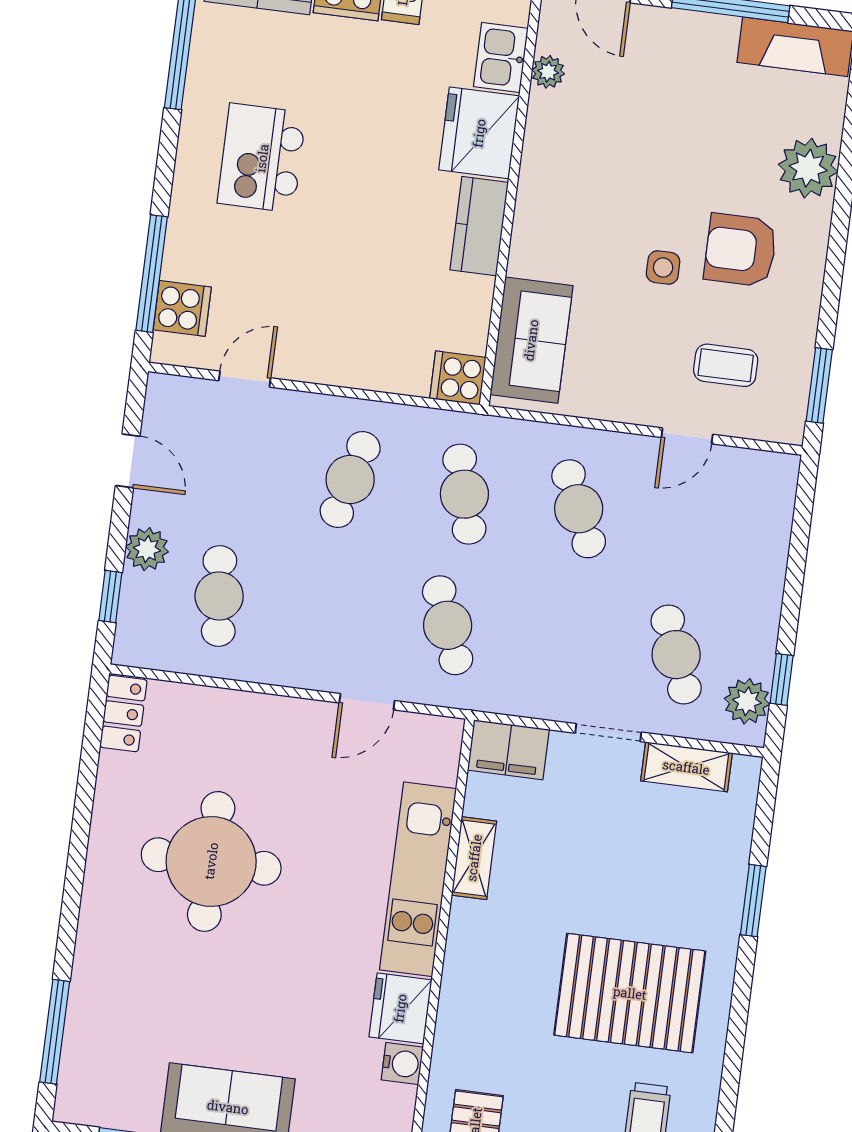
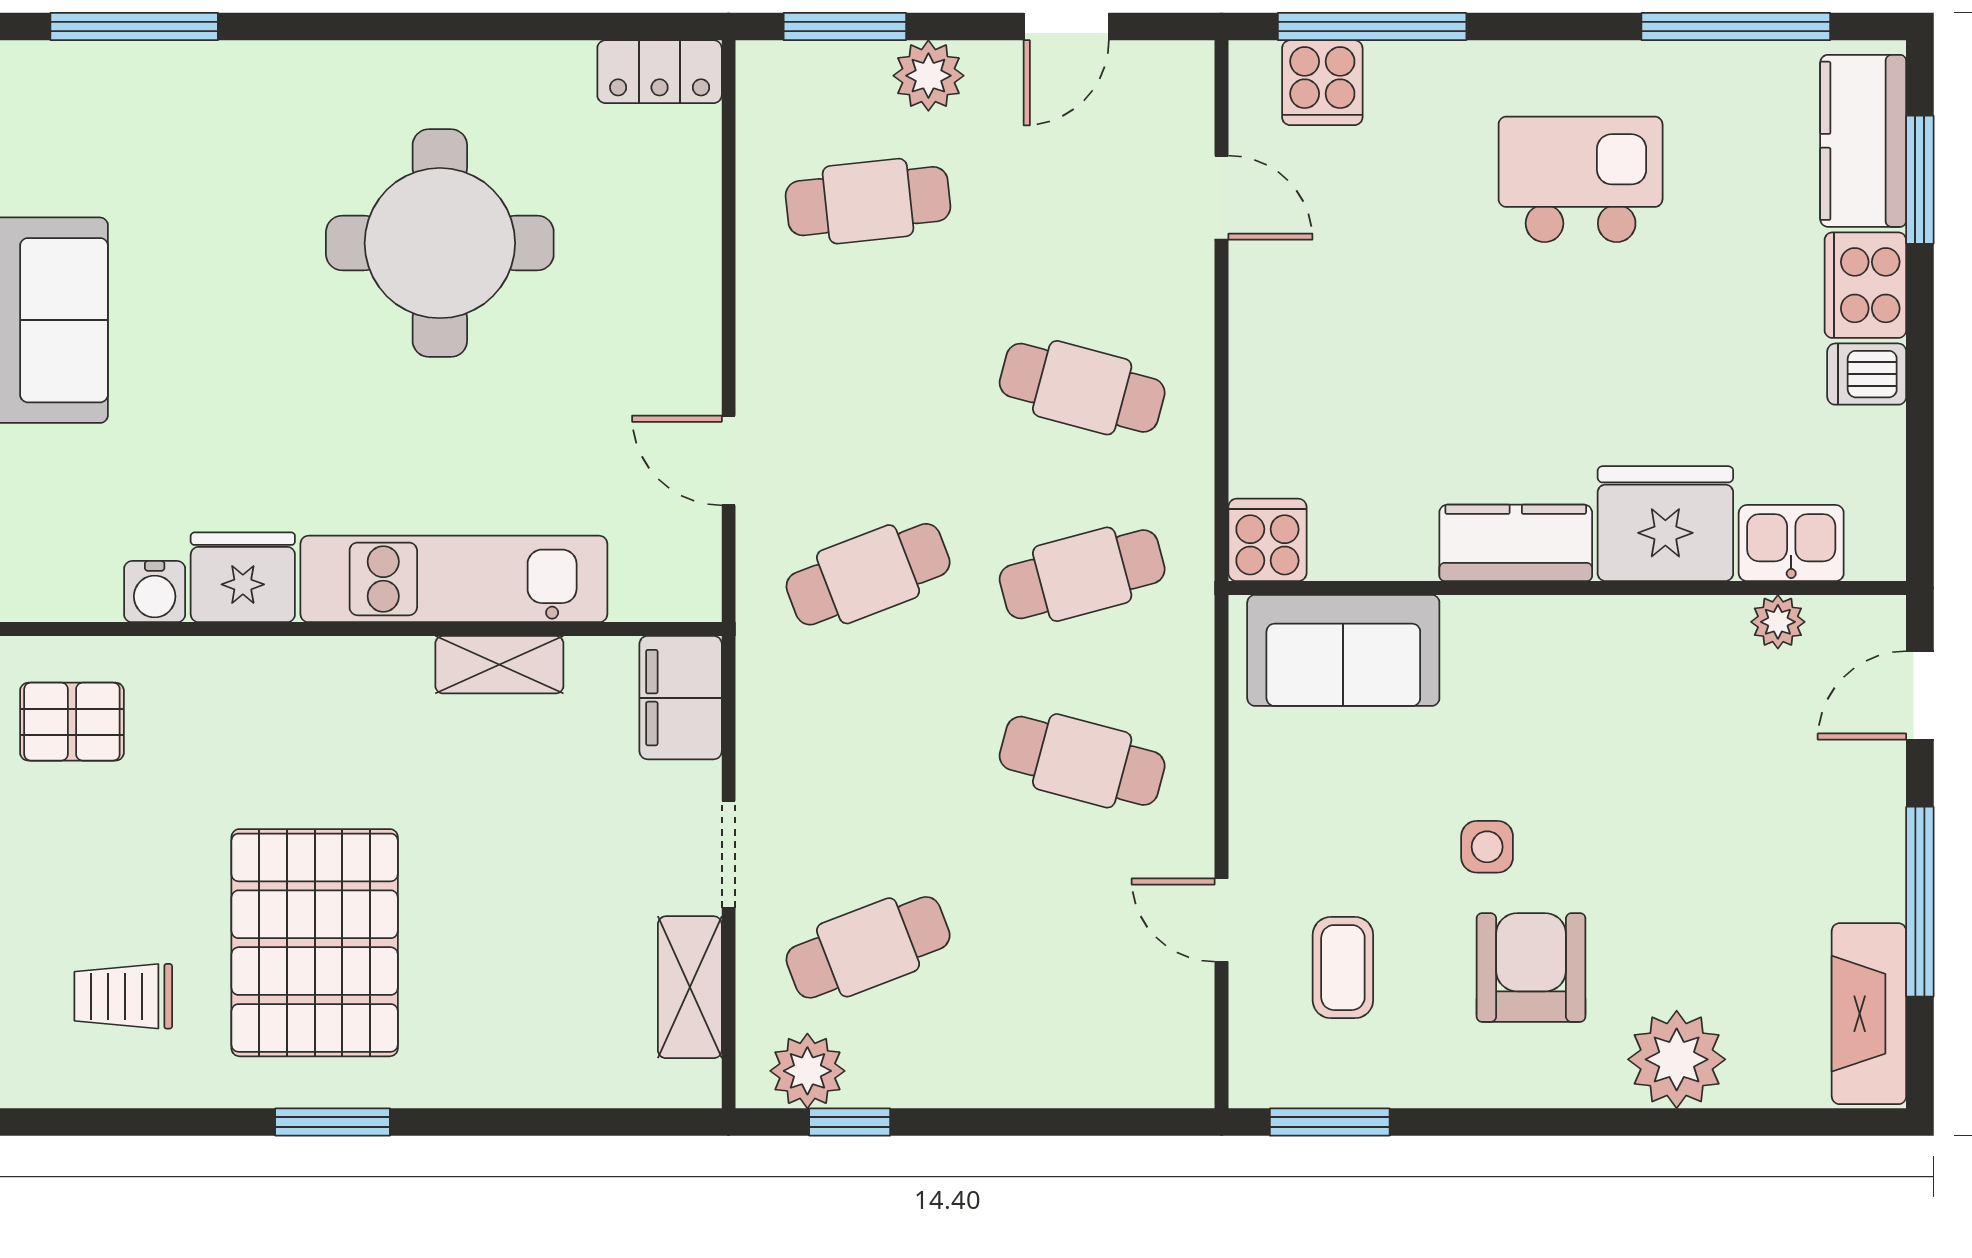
cafe table: (579, 509) -> (1082, 761), turned 39
window: (110, 596) -> (845, 27), width x1.50
window: (753, 901) -> (333, 1122), moved

